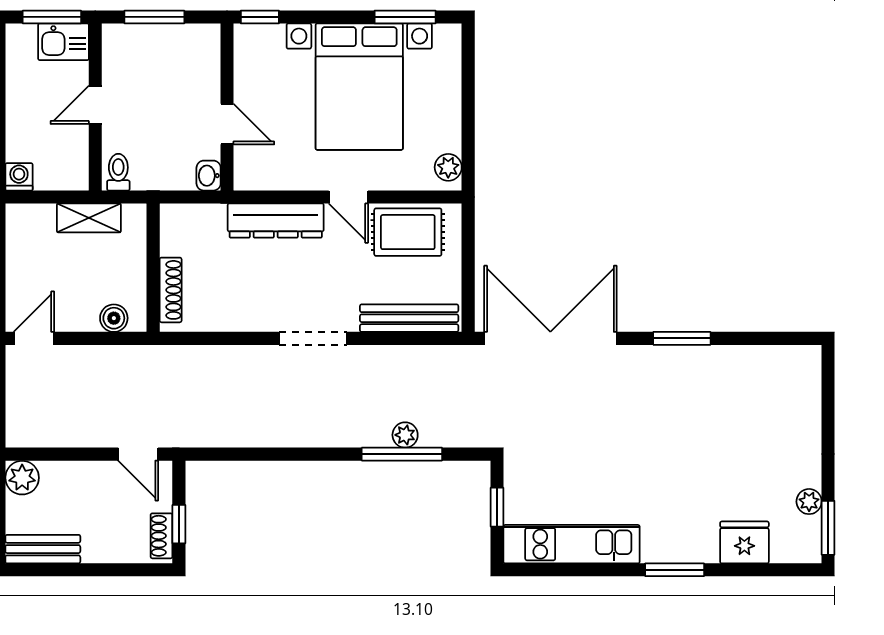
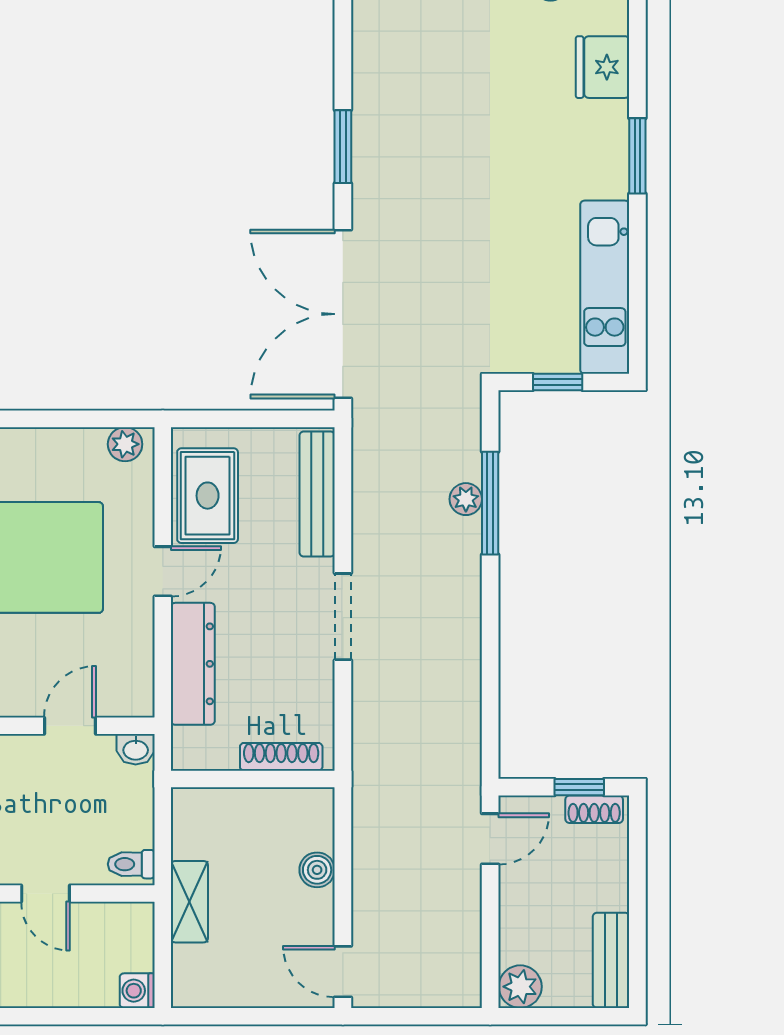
wall: (153, 268) -> (253, 779), moved
shoe rack: (171, 290) -> (281, 757), moved

